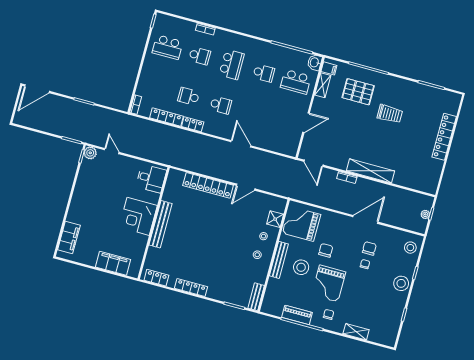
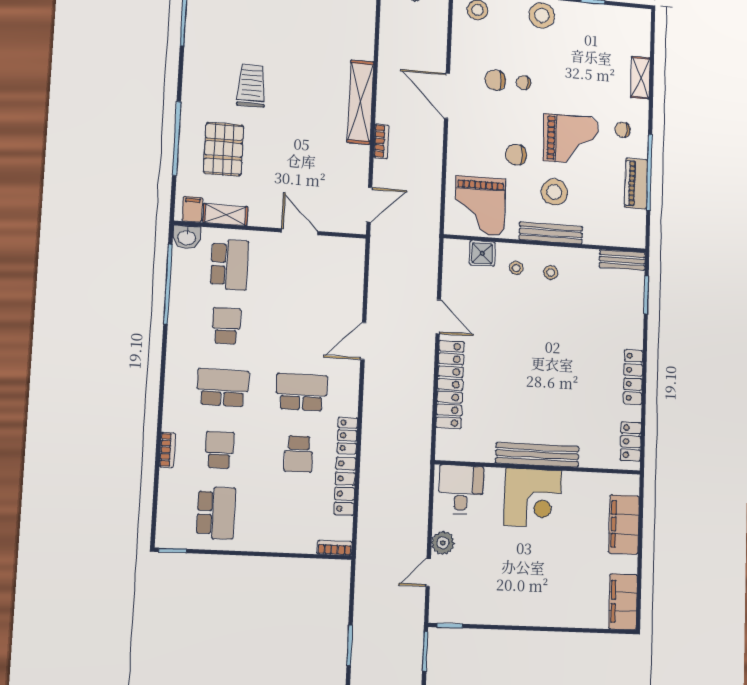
school desk: (221, 105) -> (302, 392), width x1.85
plant: (90, 153) -> (443, 543), moved
filing cabinet: (69, 238) -> (623, 602), moved, turned -90

